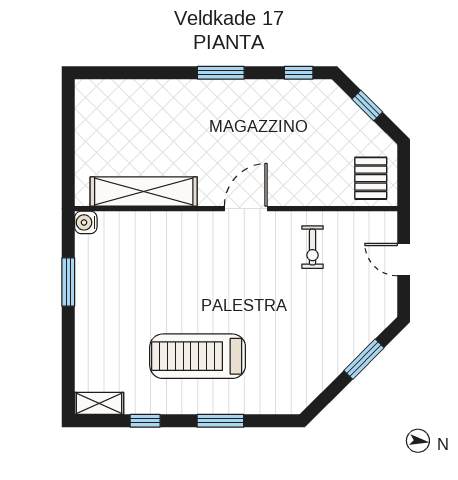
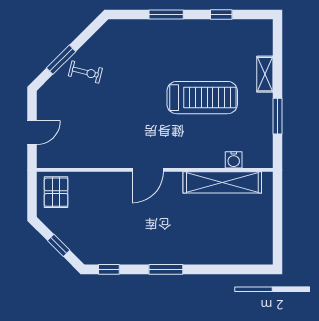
water cooler: (86, 222) -> (234, 160), moved, turned 90
exercise bike: (312, 247) -> (85, 72), moved, turned 104
door: (404, 260) -> (32, 133), hinge flipped
treadmill: (198, 356) -> (202, 98), moved
shelving: (99, 403) -> (265, 74), moved, turned 90

